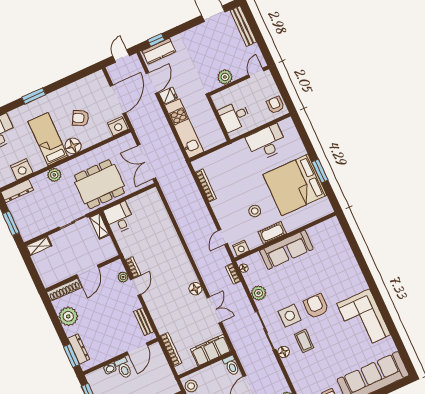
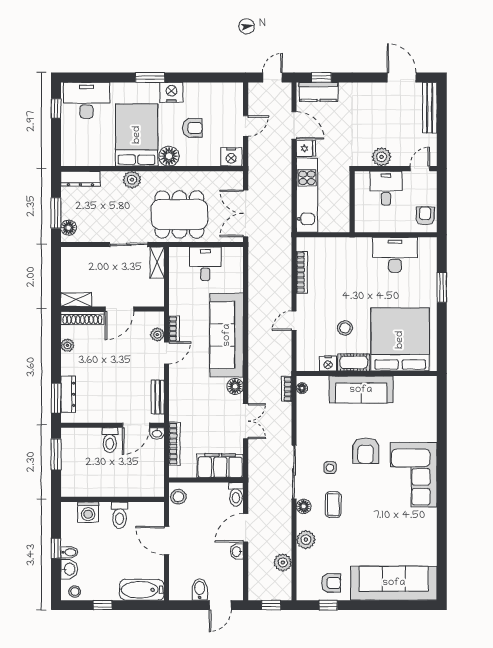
door: (152, 83) -> (294, 125), hinge flipped
door: (118, 99) -> (246, 126), width x0.53
desk: (234, 116) -> (386, 188), moved, turned 90
armchair: (80, 118) -> (192, 128), turned 152
bed: (48, 139) -> (137, 135), width x1.50
nightstand: (22, 169) -> (172, 92), moved, turned 180
window: (320, 171) -> (442, 287), moved
bed: (295, 185) -> (400, 340), moved, turned 90
desk: (119, 218) -> (205, 264), moved
floor lamp: (25, 230) -> (69, 228), added
door: (223, 237) -> (294, 321), moved
shelving: (39, 246) -> (76, 300), moved
nightstand: (241, 248) -> (328, 363), moved
sofa: (173, 255) -> (227, 335), added
plant: (259, 293) -> (306, 540), moved
armchair: (316, 306) -> (366, 451), moved, turned 180
plant: (68, 316) -> (67, 345), width x0.53, depth x0.53
side table: (290, 316) -> (330, 468), width x0.54, depth x0.54
corner sofa: (364, 319) -> (414, 475), moved
washbasin: (110, 368) -> (157, 433), moved

